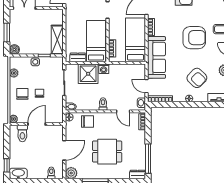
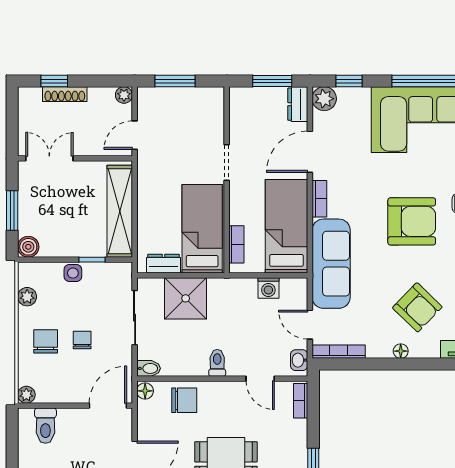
shelving: (57, 40) -> (120, 211), width x1.47
washing machine: (104, 69) -> (268, 288), moved
door: (37, 124) -> (108, 406), moved

